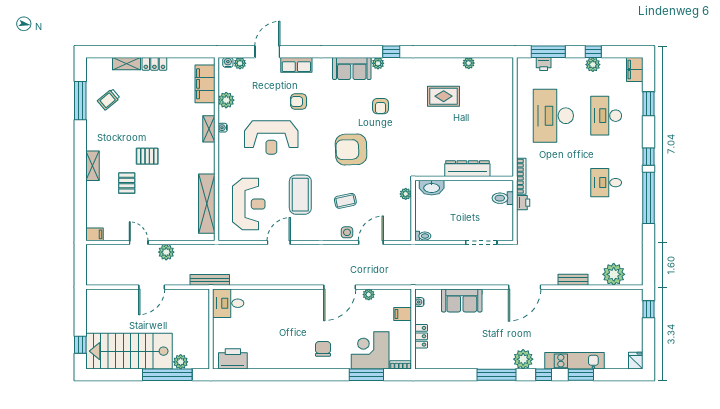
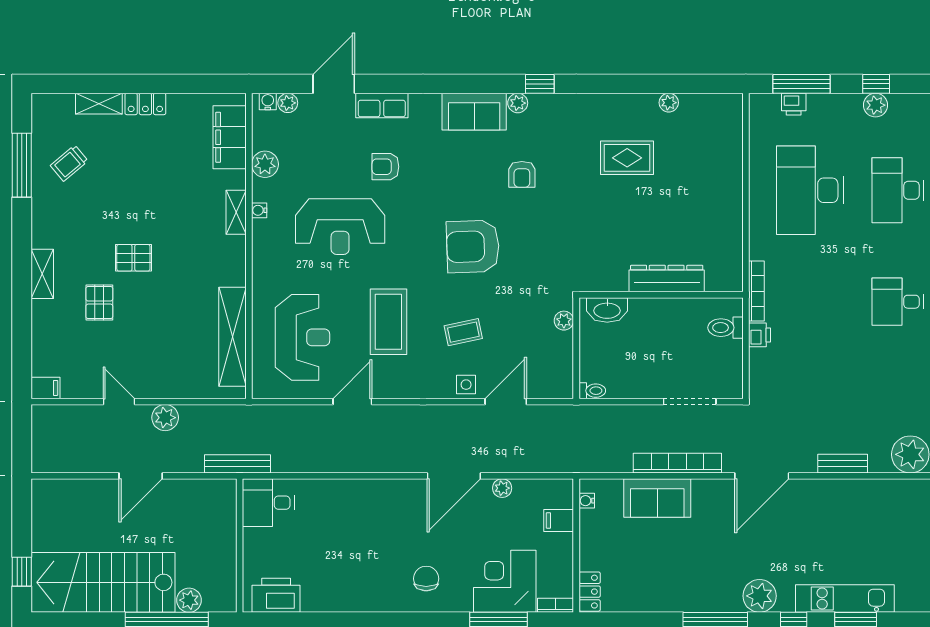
bookcase: (474, 279) -> (677, 463), added
locker: (421, 336) -> (590, 592), moved

